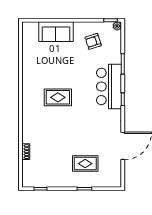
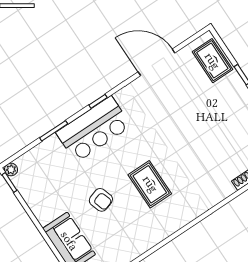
armchair: (93, 41) -> (101, 200), moved
rug: (85, 164) -> (212, 61), moved

